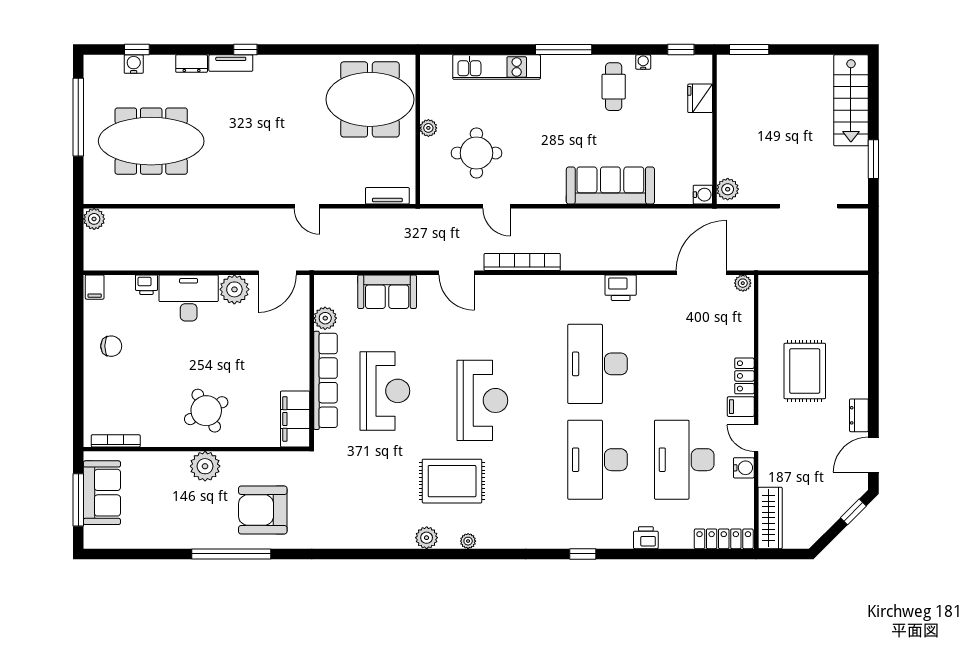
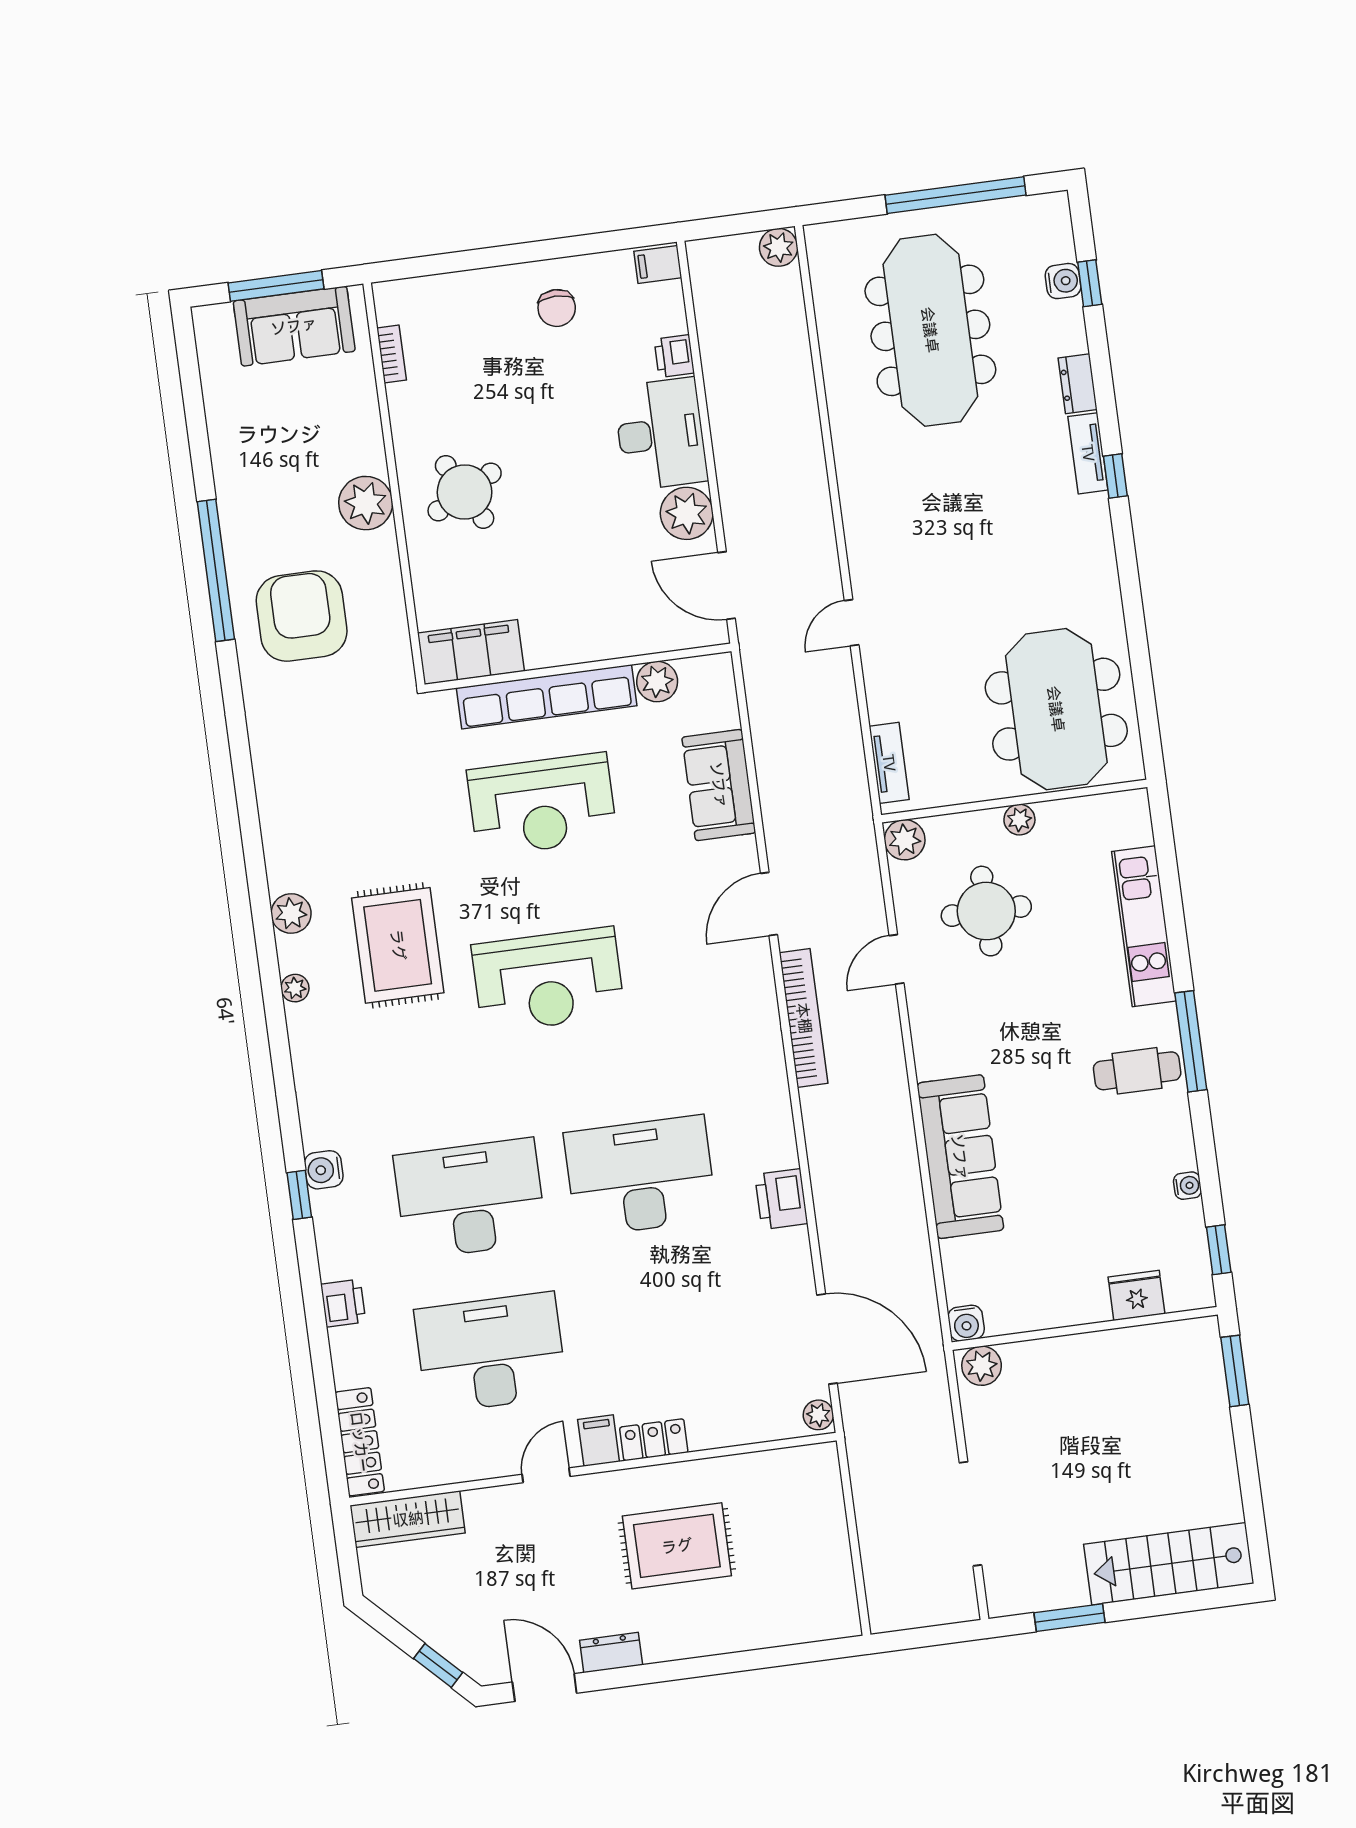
cafe table: (614, 87) -> (1137, 1071), moved
plant: (431, 193) -> (905, 840), added
bookcase: (116, 441) -> (392, 354), width x0.64
water cooler: (744, 468) -> (324, 1170), moved, turned 90

